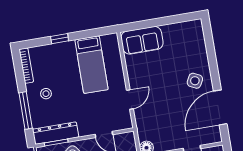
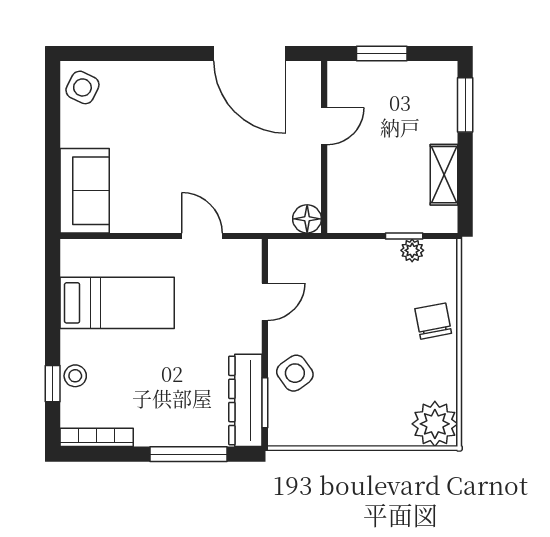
window: (60, 39) -> (53, 384), moved
side table: (195, 81) -> (82, 87), moved
stool: (46, 94) -> (75, 376), moved

